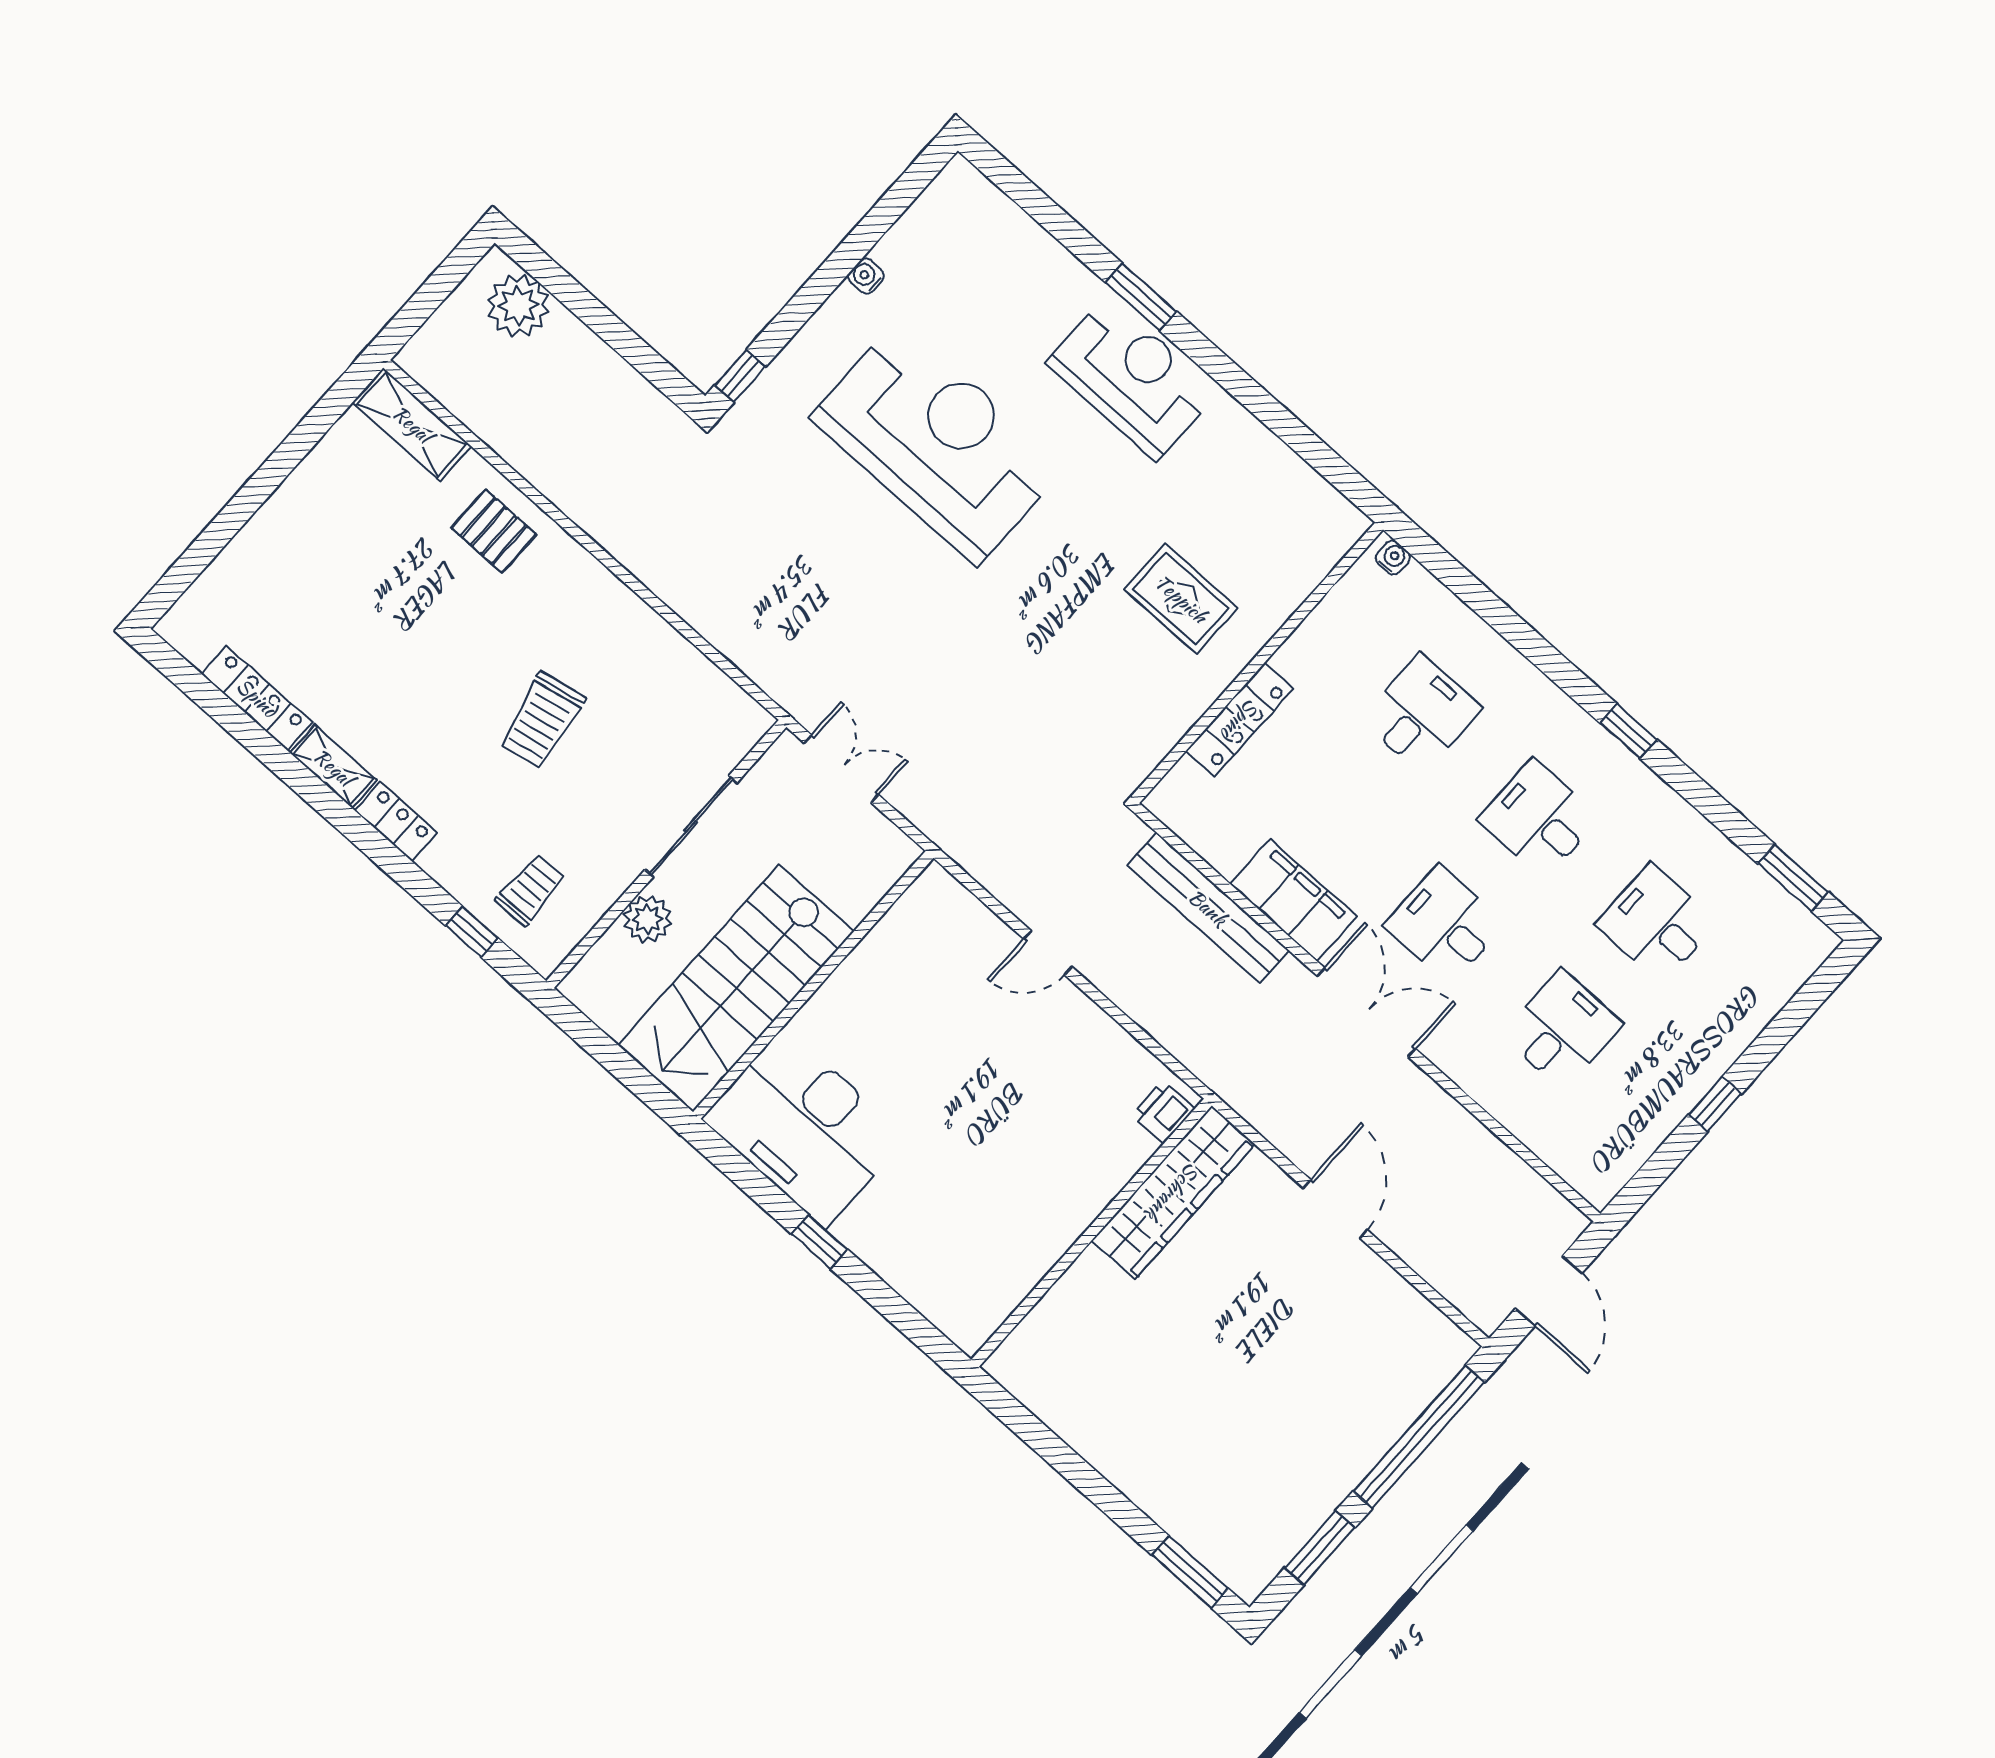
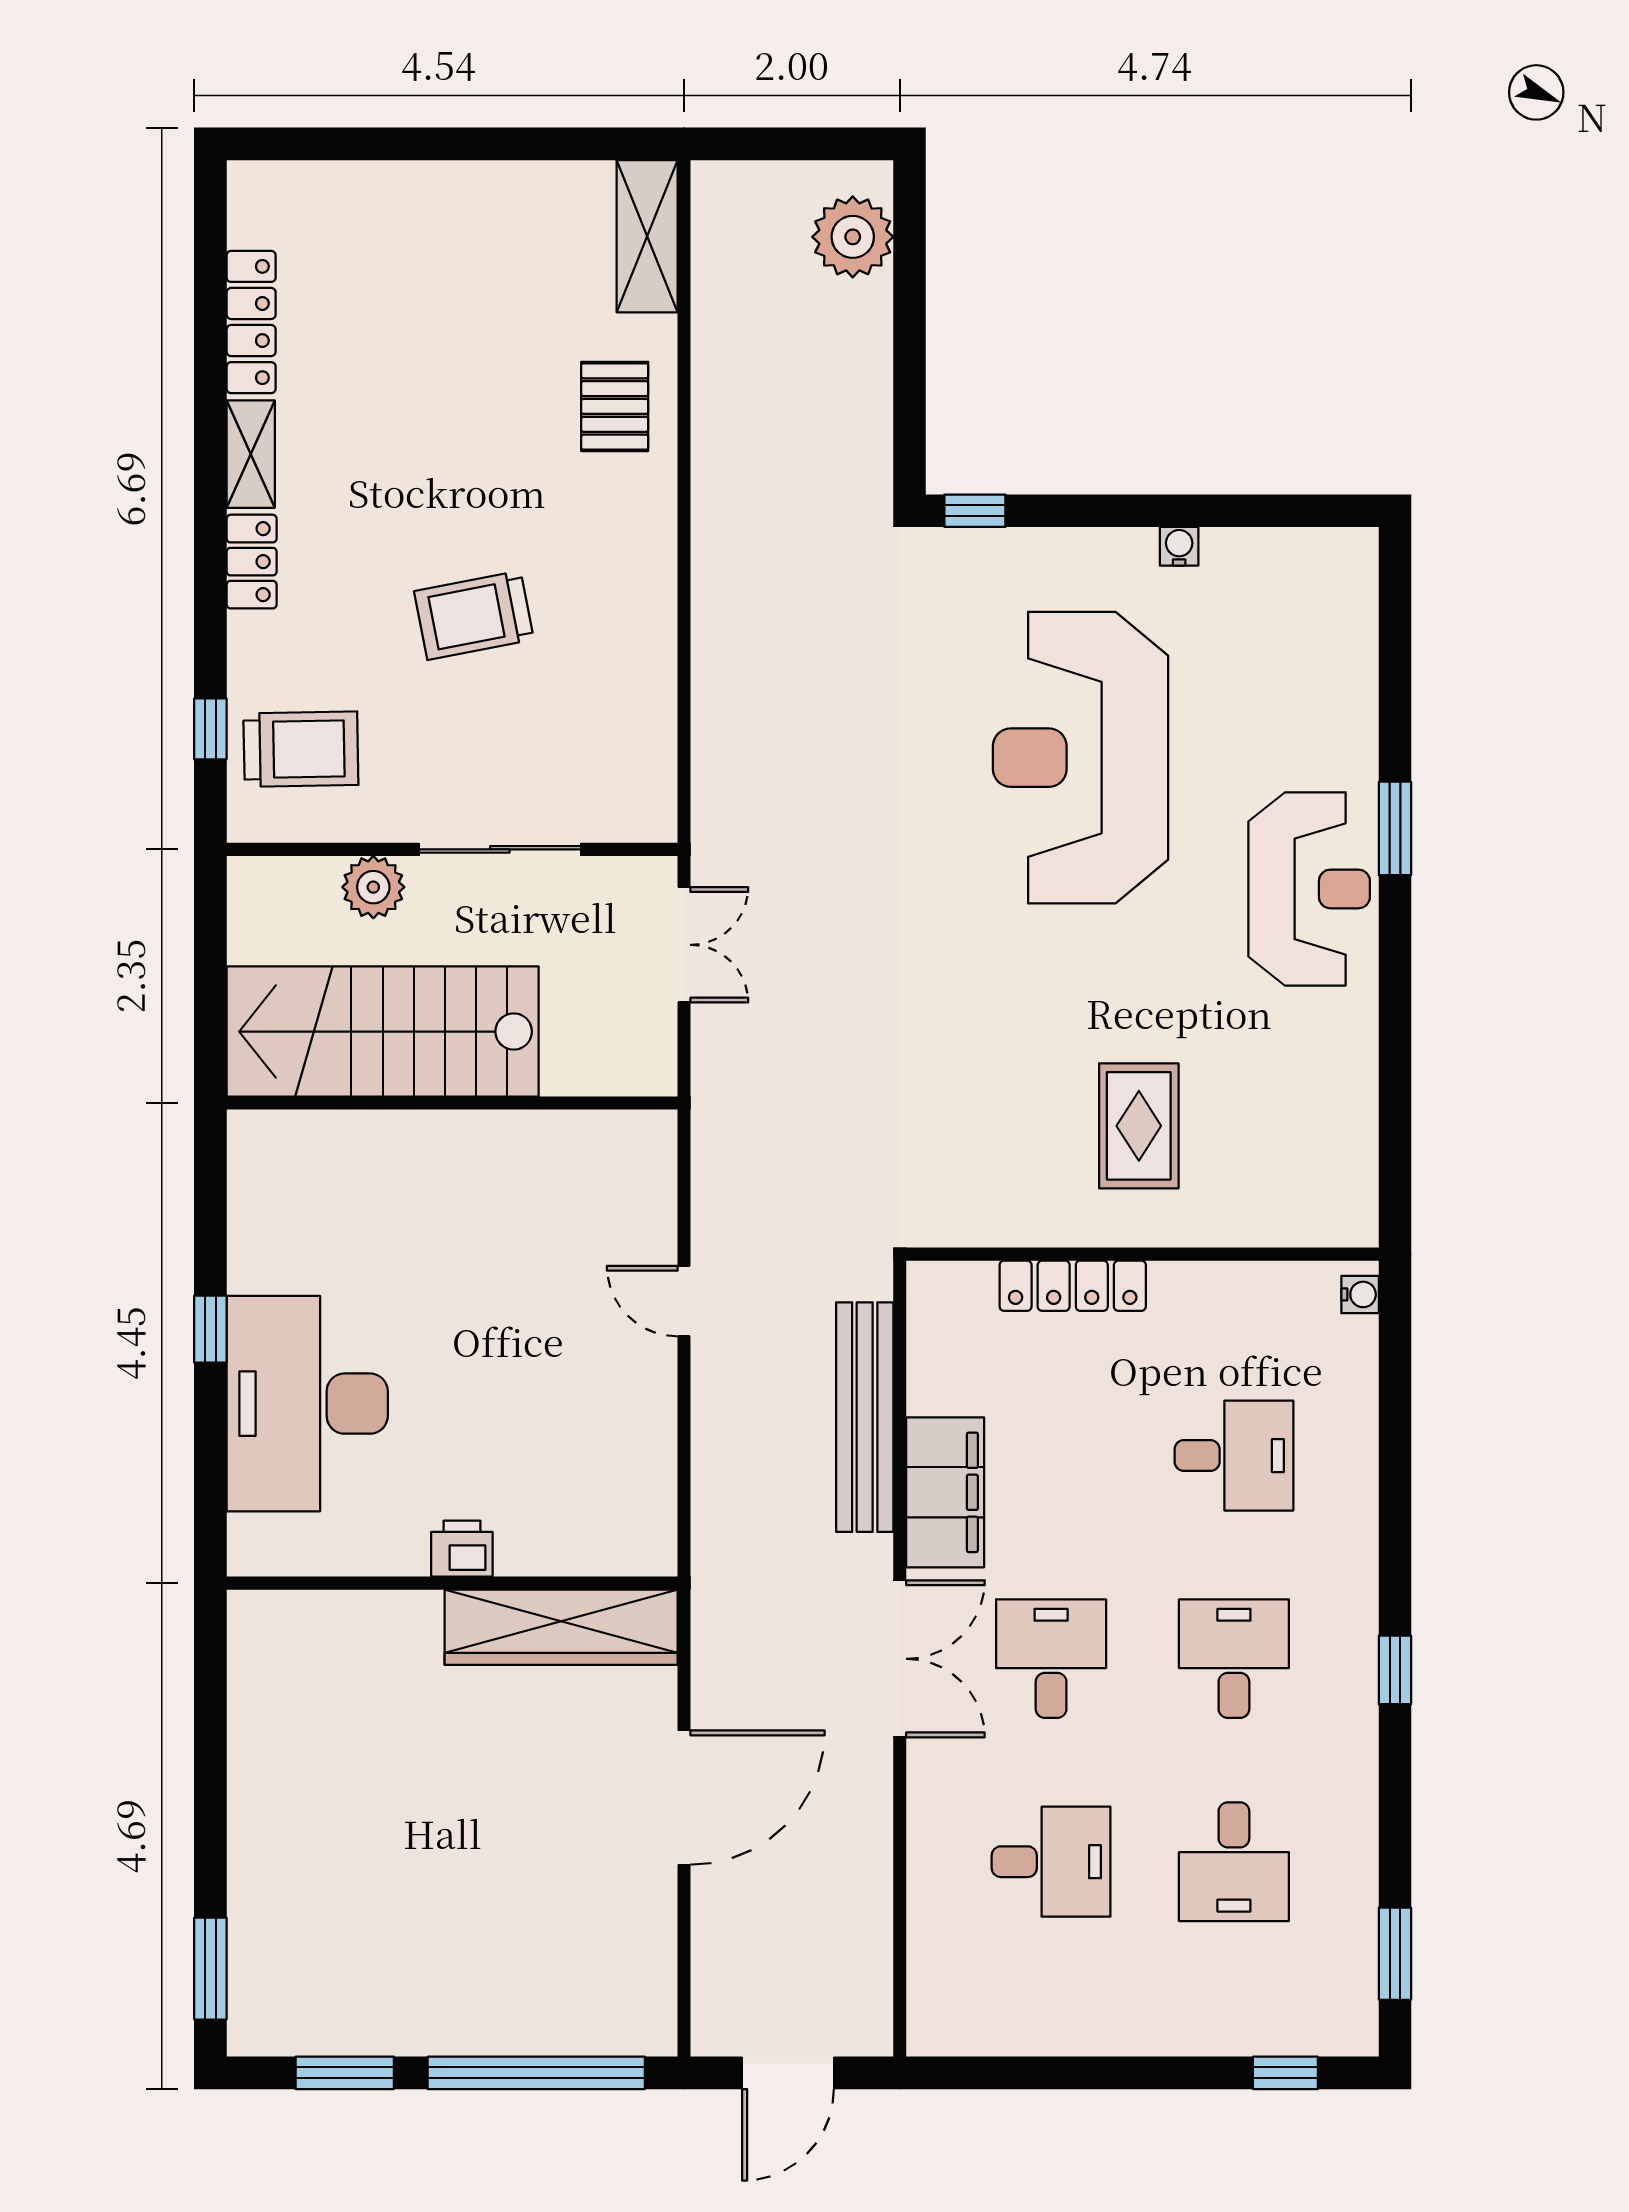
reception desk: (938, 442) -> (1081, 758), turned 180
trolley: (530, 890) -> (301, 749), width x1.36, depth x1.39
desk: (1656, 923) -> (1234, 1862), turned 180
window: (1715, 1104) -> (1285, 2073), moved
printer: (1163, 1112) -> (462, 1549), moved
desk: (805, 1128) -> (307, 1404), moved
door: (1335, 1209) -> (684, 1798), width x1.36

